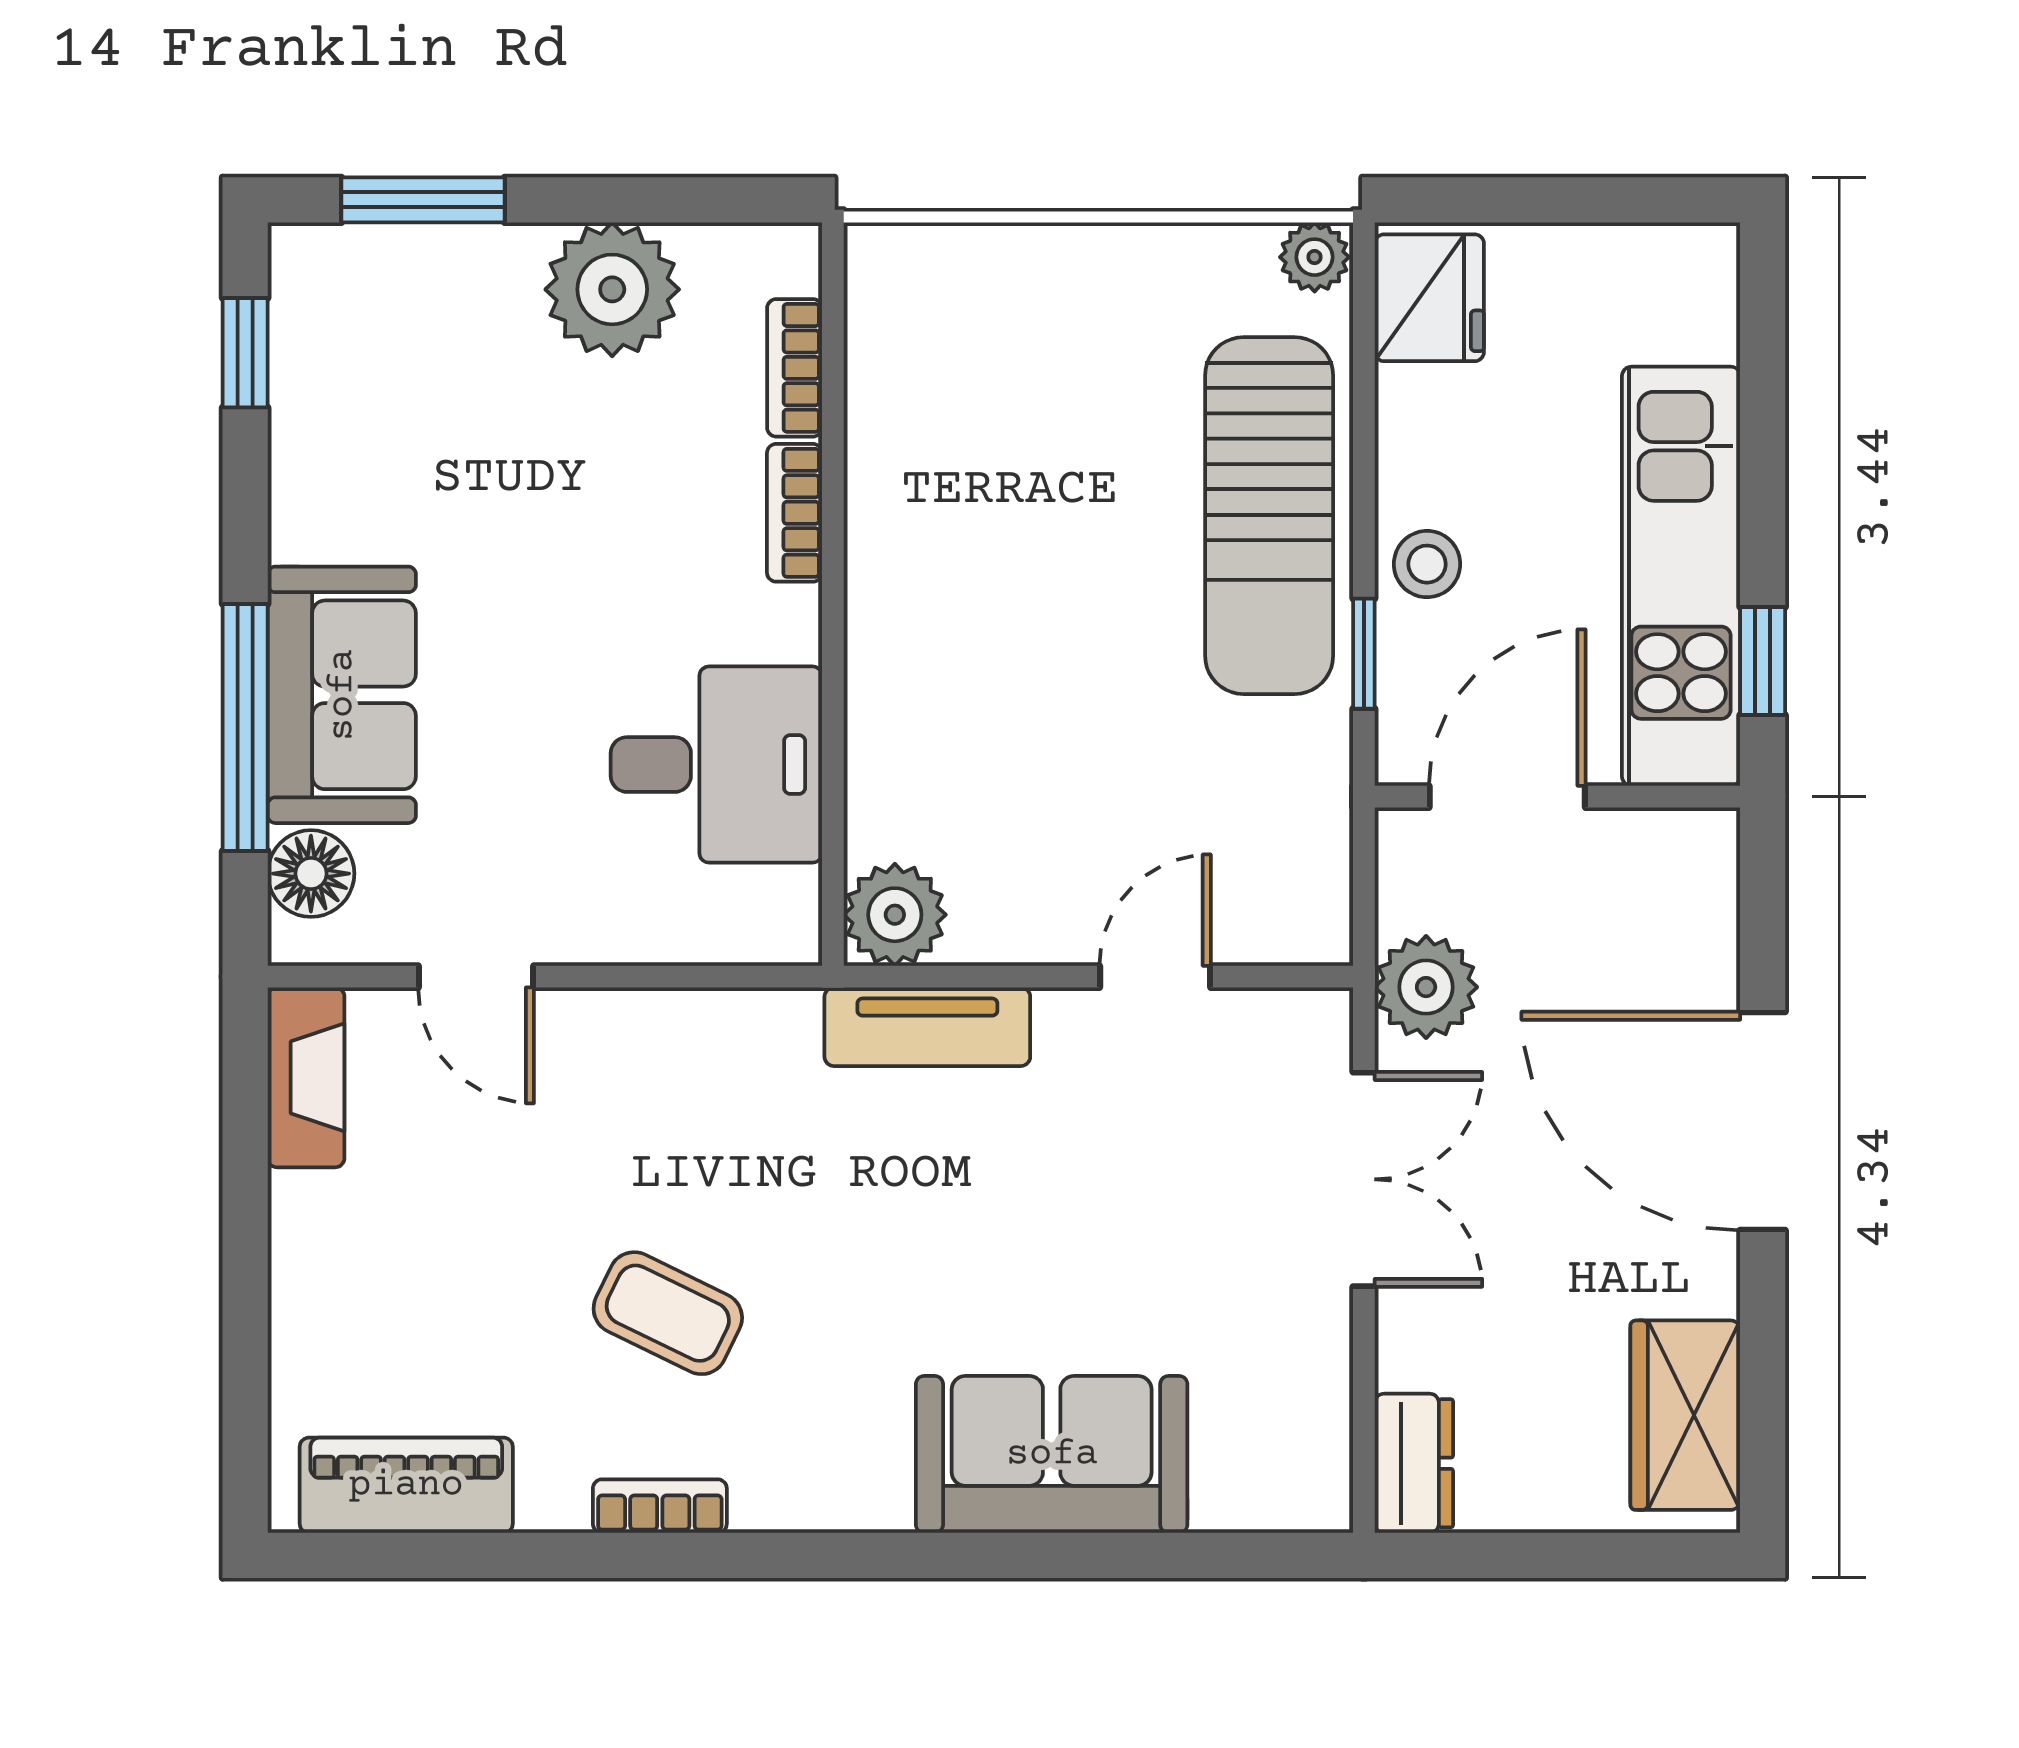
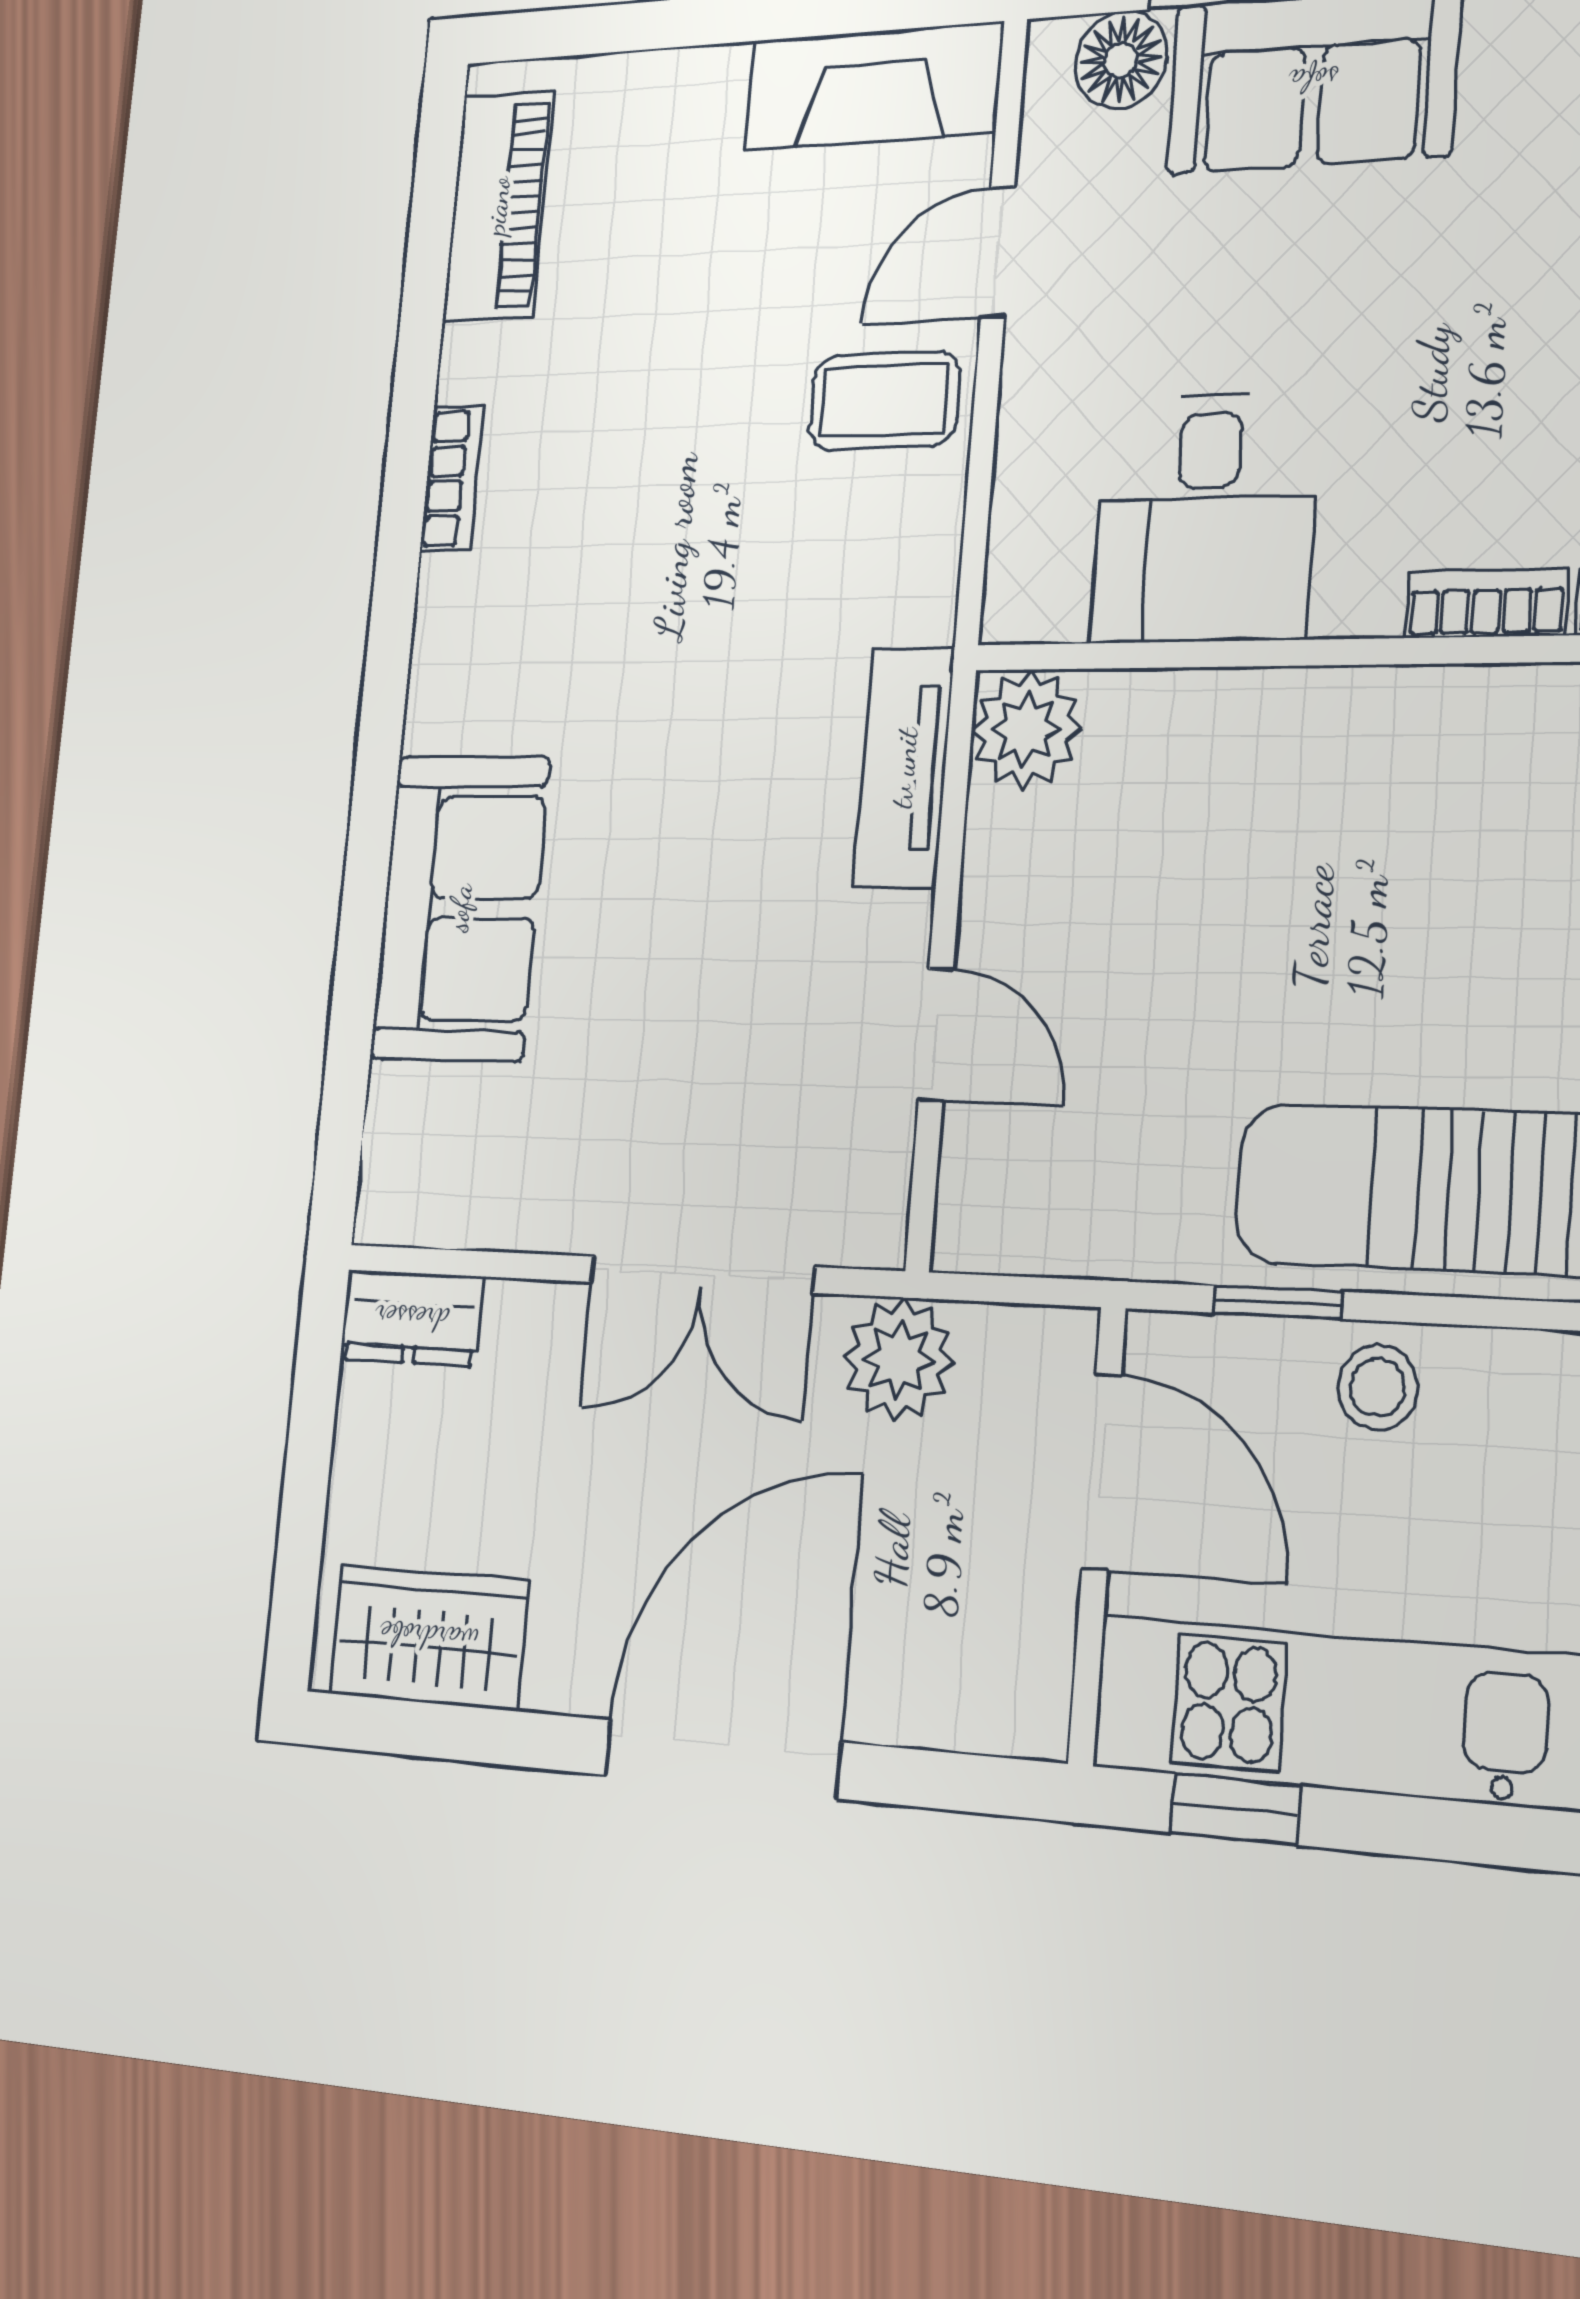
fireplace: (306, 1077) -> (873, 86), width x1.37, depth x1.32
coffee table: (668, 1313) -> (884, 401), moved, turned 64

